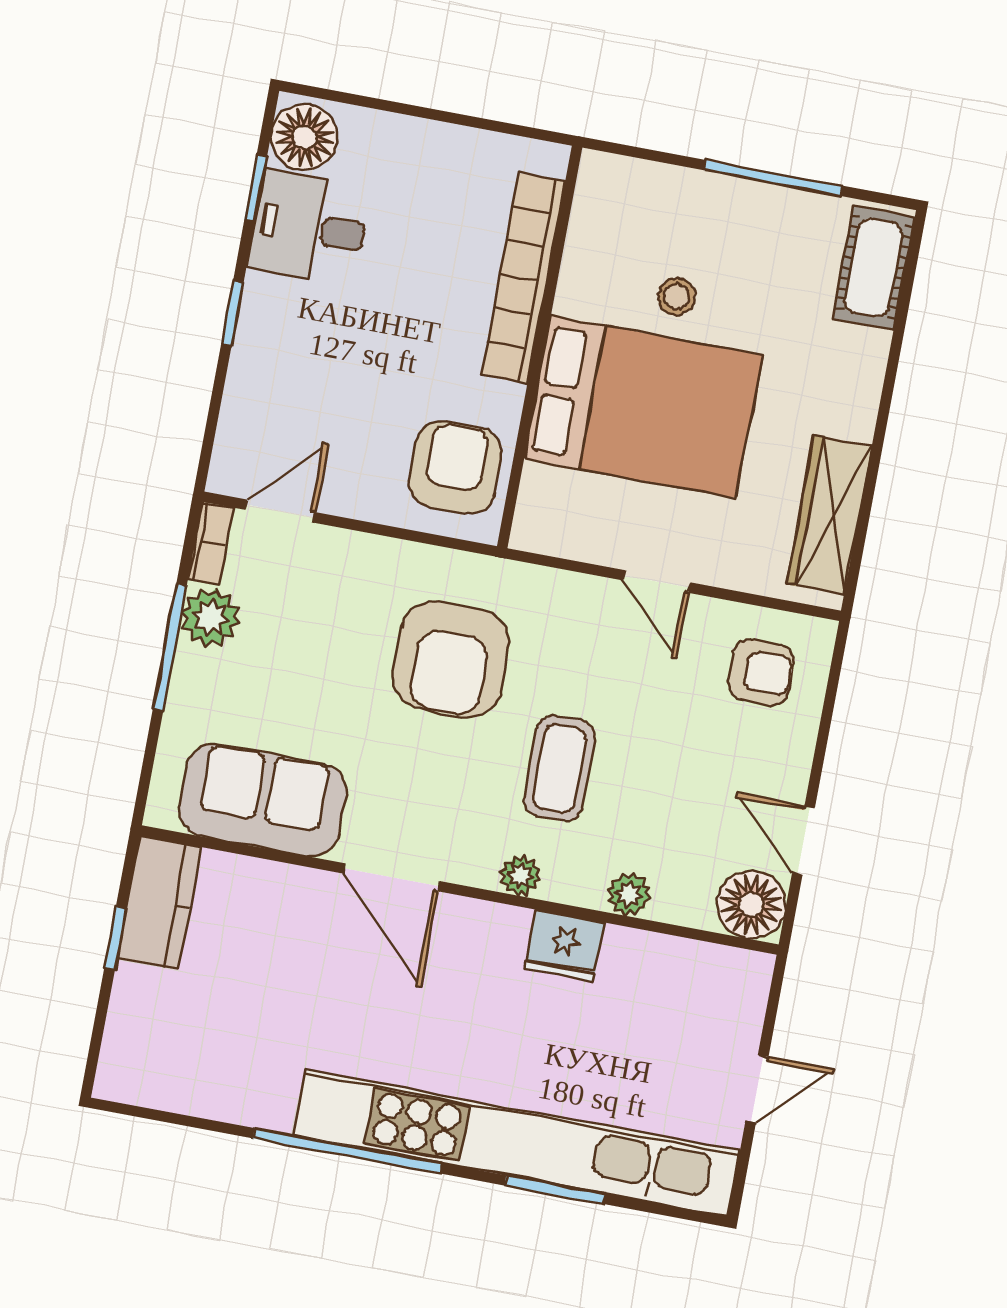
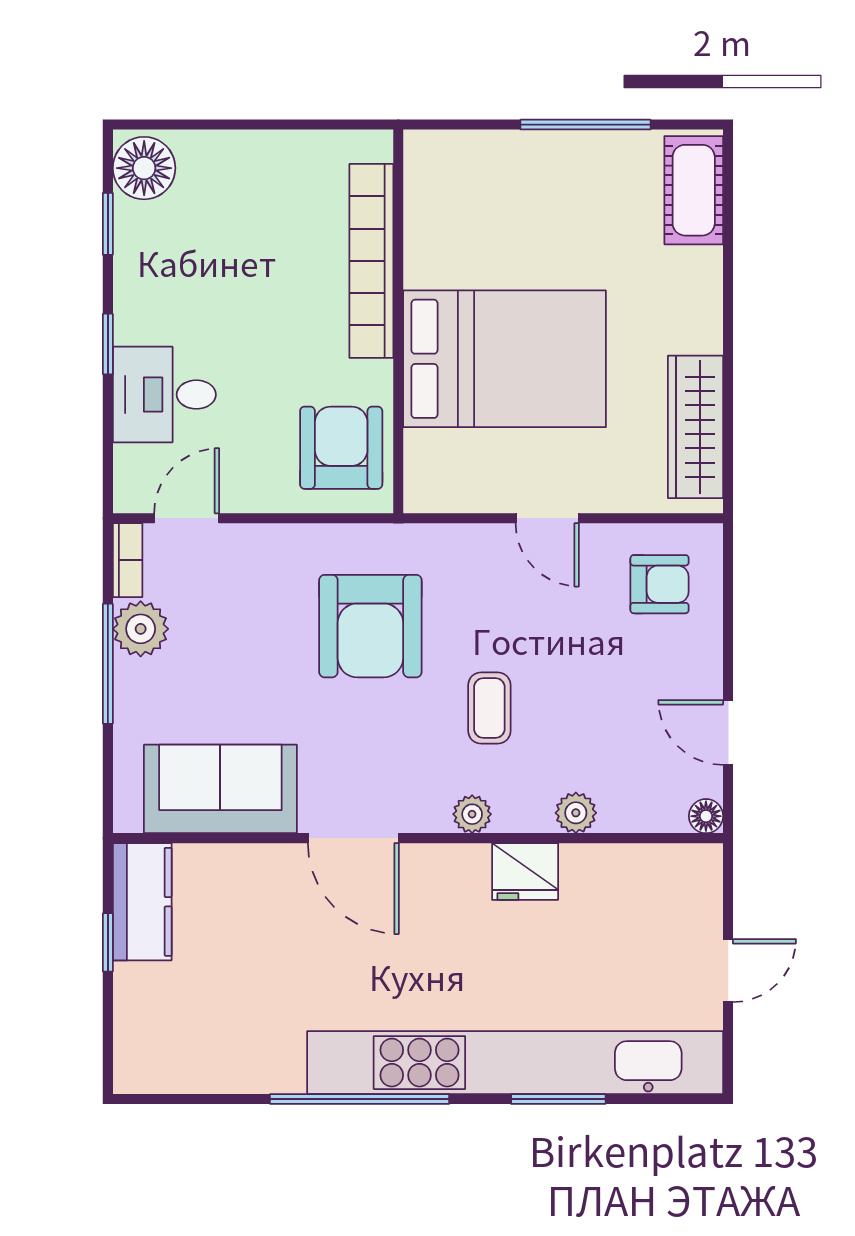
desk: (309, 228) -> (164, 395), moved
stool: (677, 297) -> (516, 251), removed
coffee table: (559, 768) -> (489, 708), width x0.73, depth x0.77
floor lamp: (751, 905) -> (706, 816), width x0.53, depth x0.53

